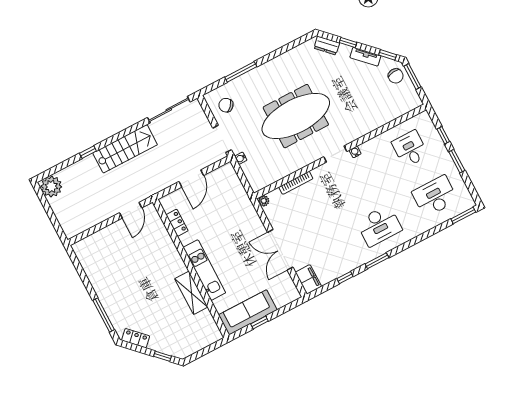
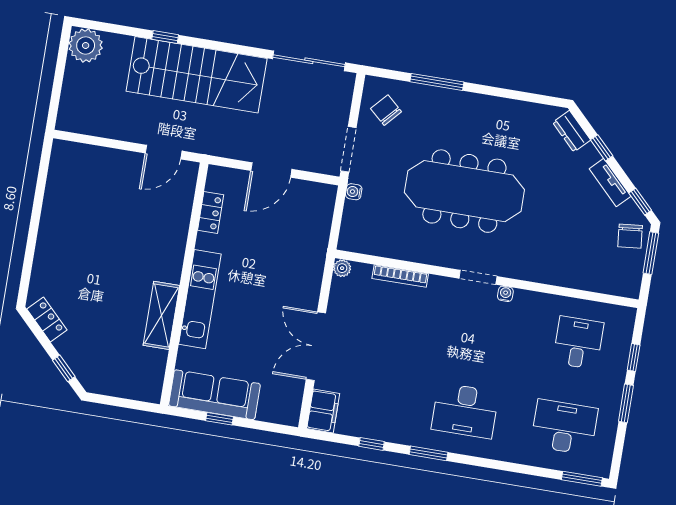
stairs: (125, 149) -> (197, 75), width x1.36, depth x1.51
window: (104, 315) -> (29, 259), removed

